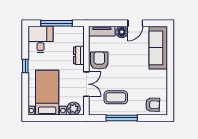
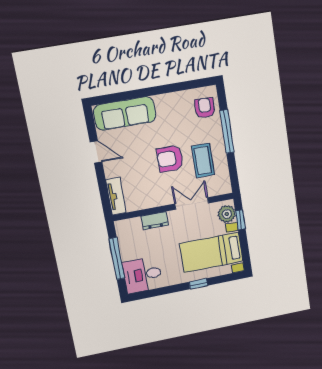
floor lamp: (122, 32) -> (112, 169), removed
armchair: (99, 60) -> (170, 159), moved
window: (25, 66) -> (198, 284), moved
window: (67, 118) -> (240, 220), added
window: (122, 118) -> (227, 131), moved

